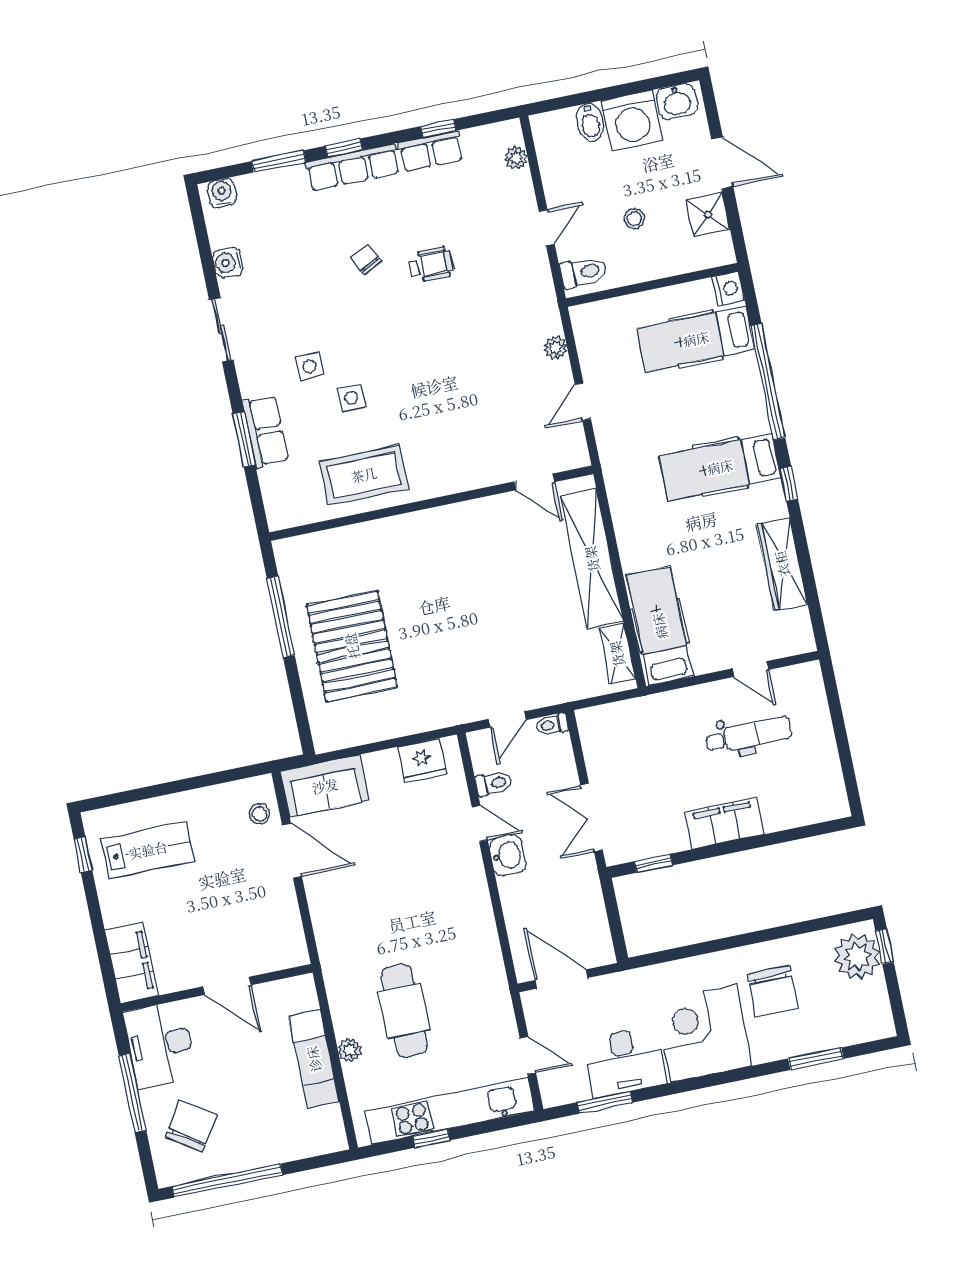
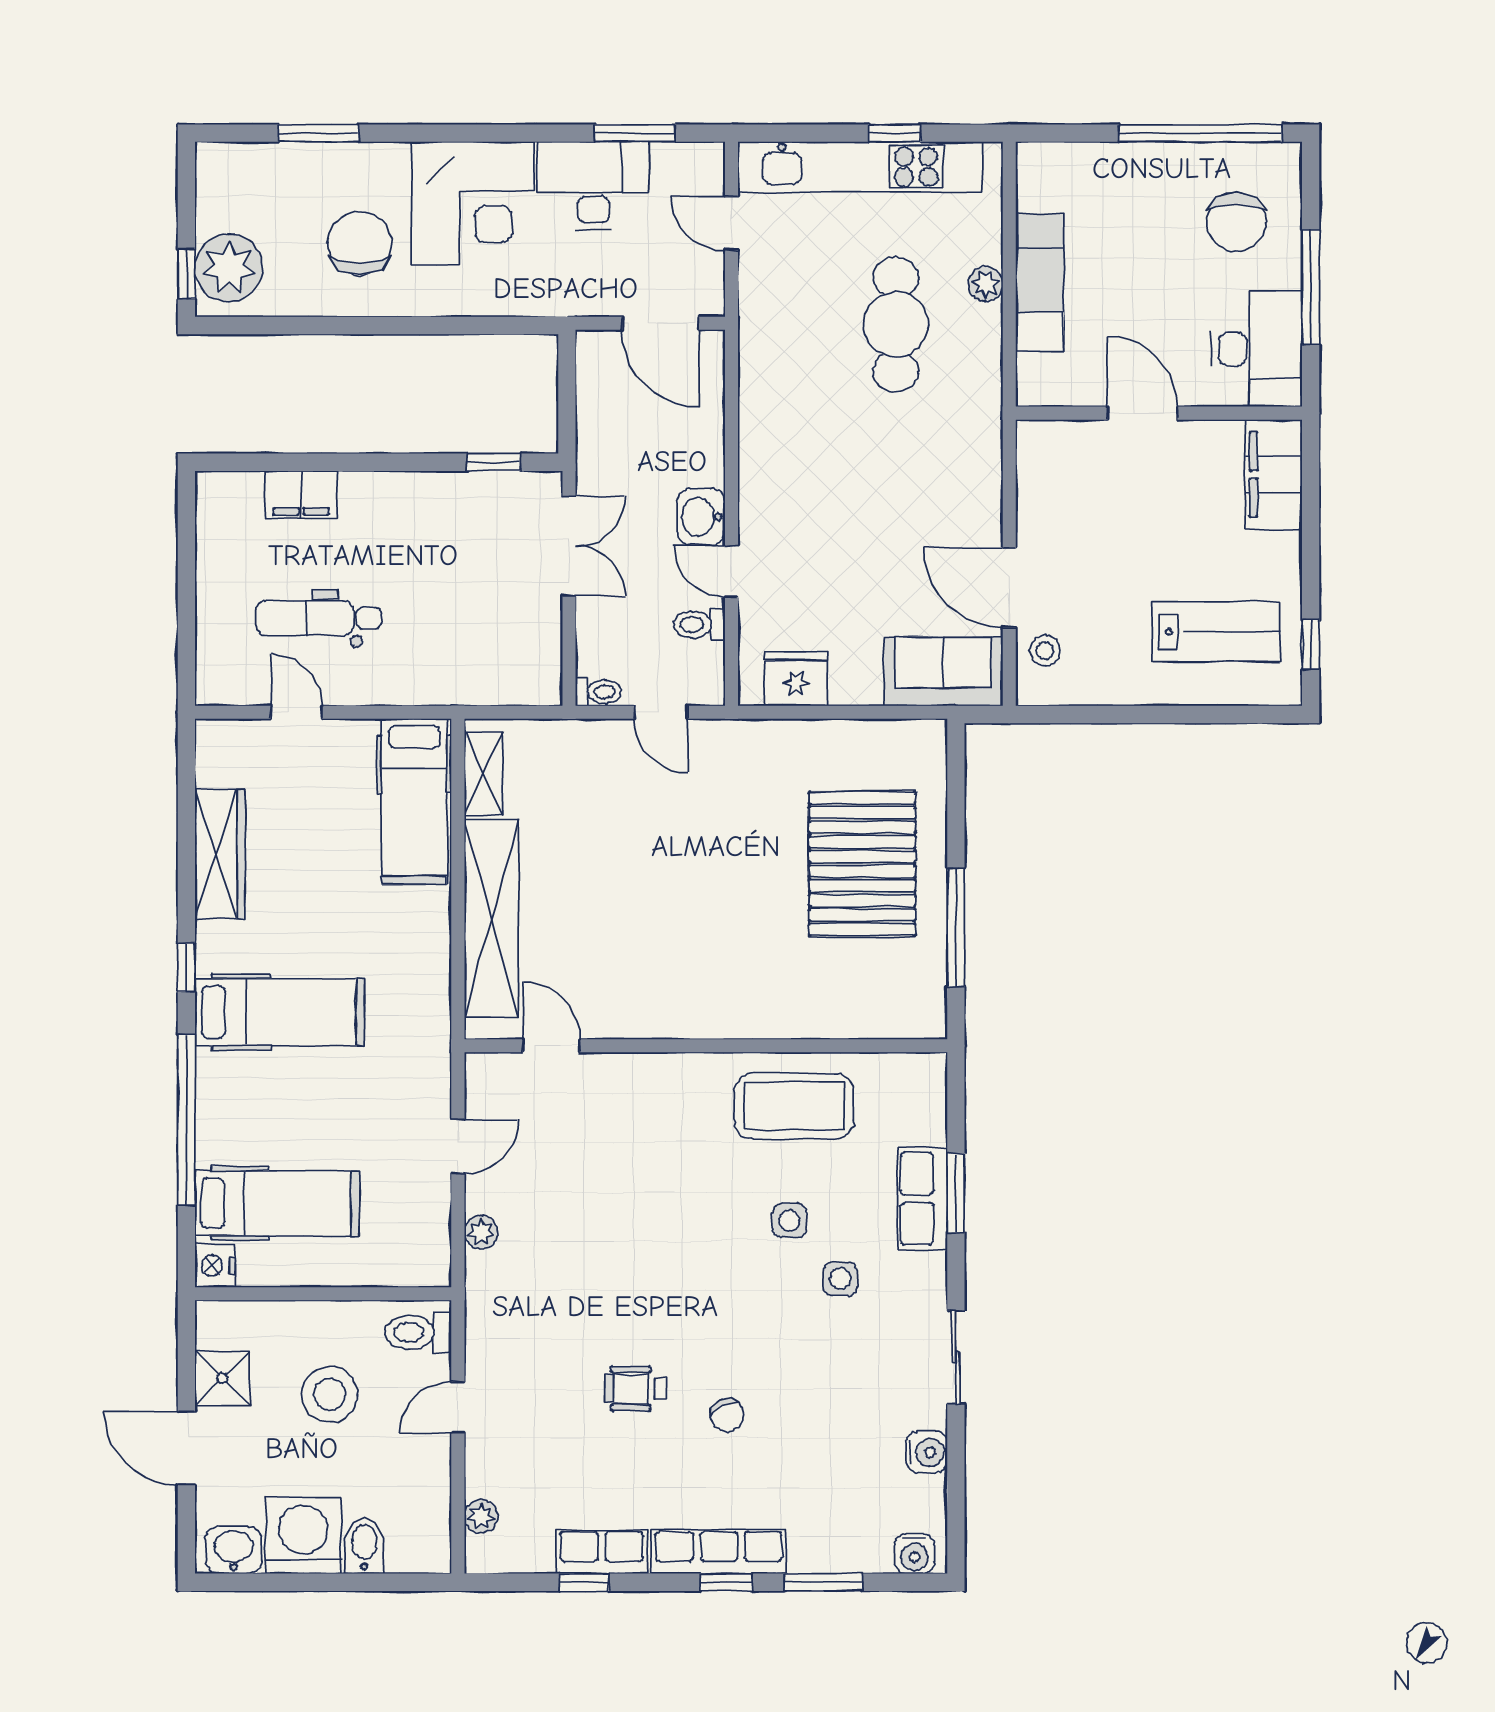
stool: (634, 219) -> (330, 1394), width x1.89, depth x1.89
door: (507, 719) -> (661, 712), swing flipped
filing cabinet: (724, 823) -> (301, 495), moved, width x0.67, depth x0.86
lab bench: (148, 850) -> (1216, 632), turned 180
chair: (191, 1126) -> (1236, 222), turned -34

